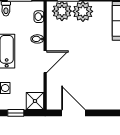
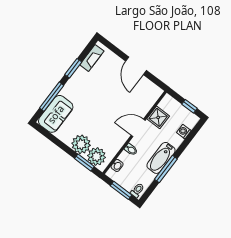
shower: (35, 101) -> (158, 117), moved
door: (73, 113) -> (136, 66), moved

